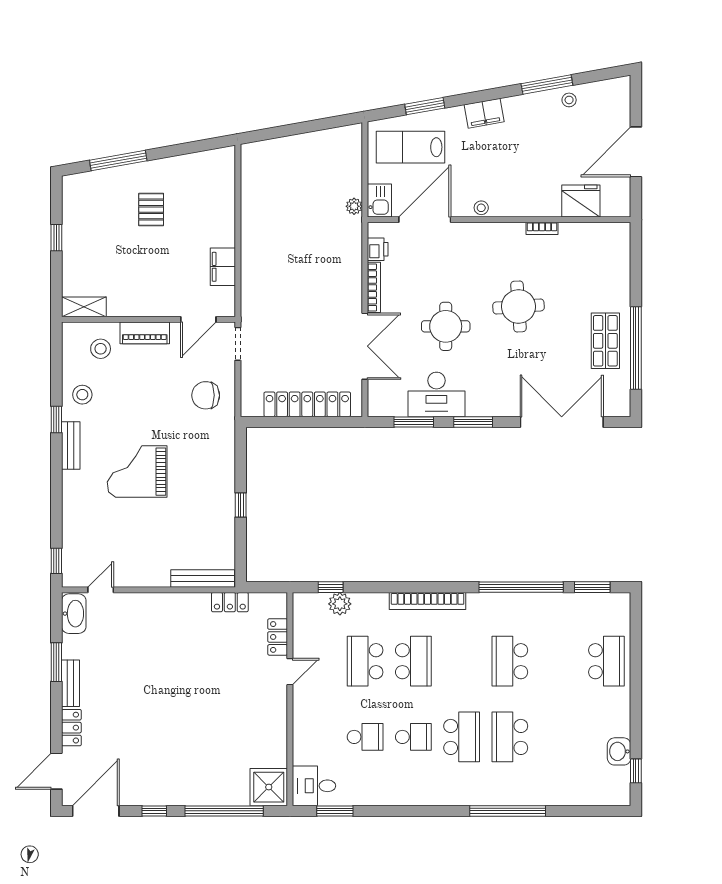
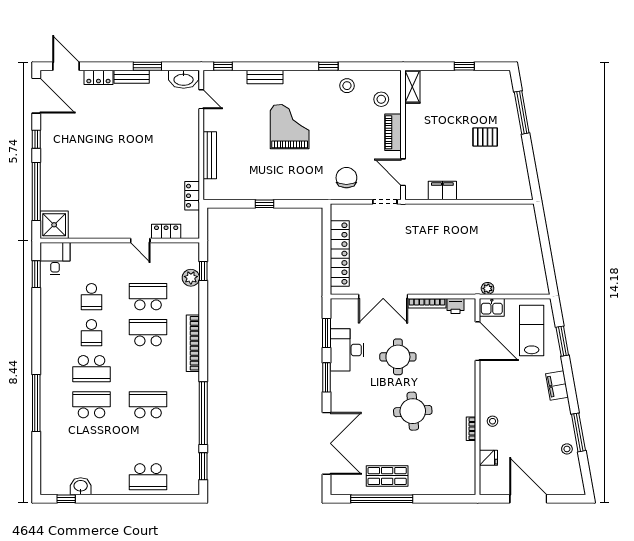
fridge: (581, 201) -> (488, 458), width x0.53, depth x0.75
stool: (481, 208) -> (493, 421), moved
bench: (71, 446) -> (265, 77), moved
bench: (203, 578) -> (210, 155), moved
school desk: (413, 661) -> (148, 333), turned 180

